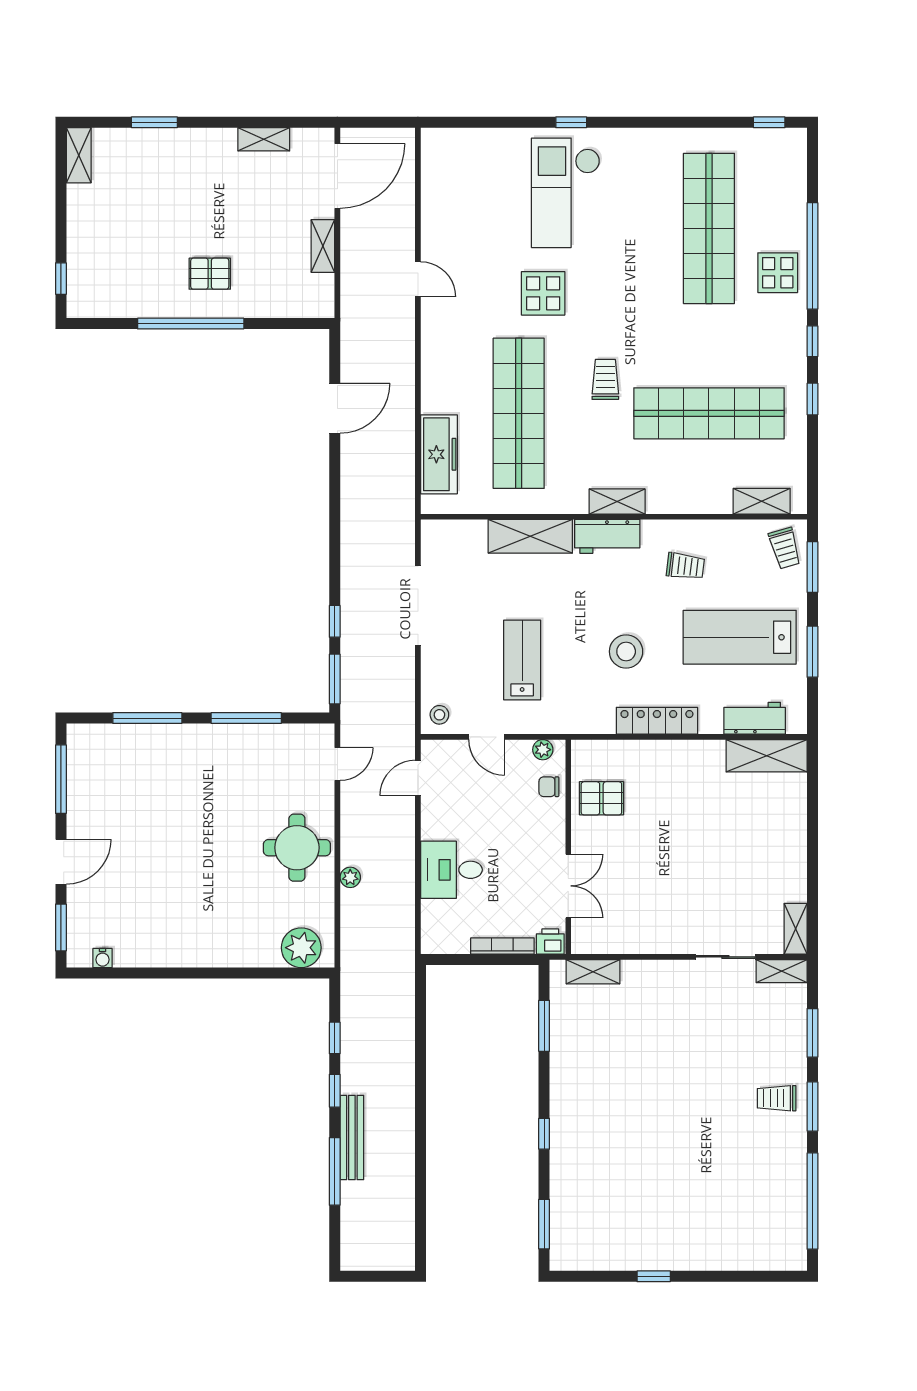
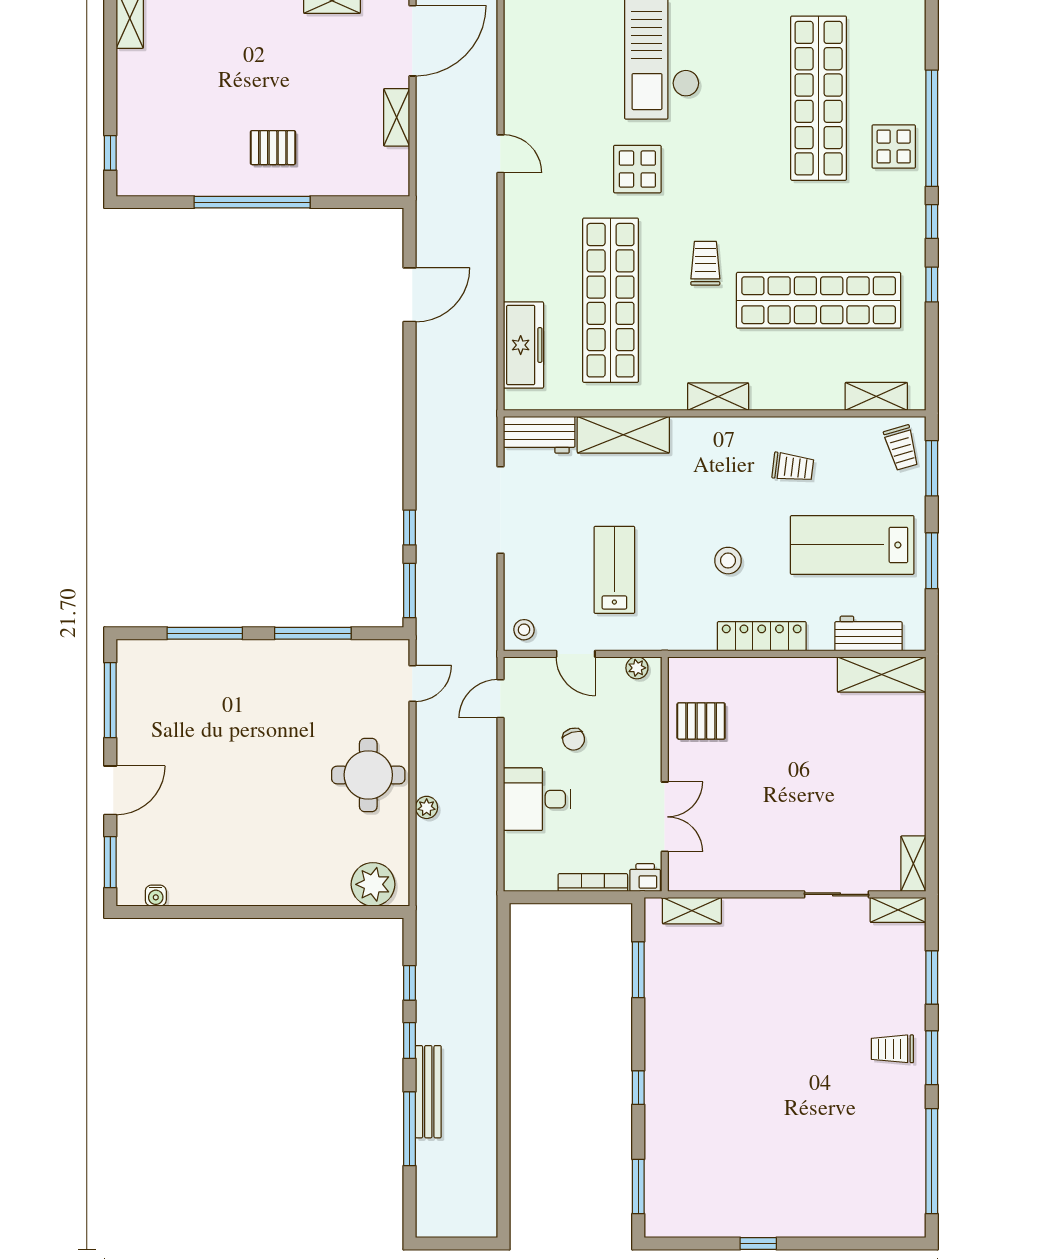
workbench: (607, 536) -> (539, 435), moved
stool: (626, 651) -> (728, 561), width x0.73, depth x0.73
chair: (549, 787) -> (574, 739), moved, turned -107

